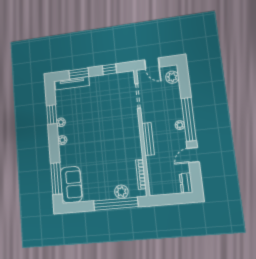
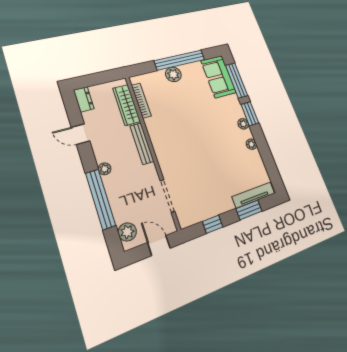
window: (52, 115) -> (250, 114), moved
window: (189, 119) -> (101, 199), moved
door: (193, 155) -> (80, 134), swing flipped
wardrobe: (153, 173) -> (127, 105), added
plant: (121, 192) -> (173, 74), moved
window: (116, 204) -> (180, 60), moved

